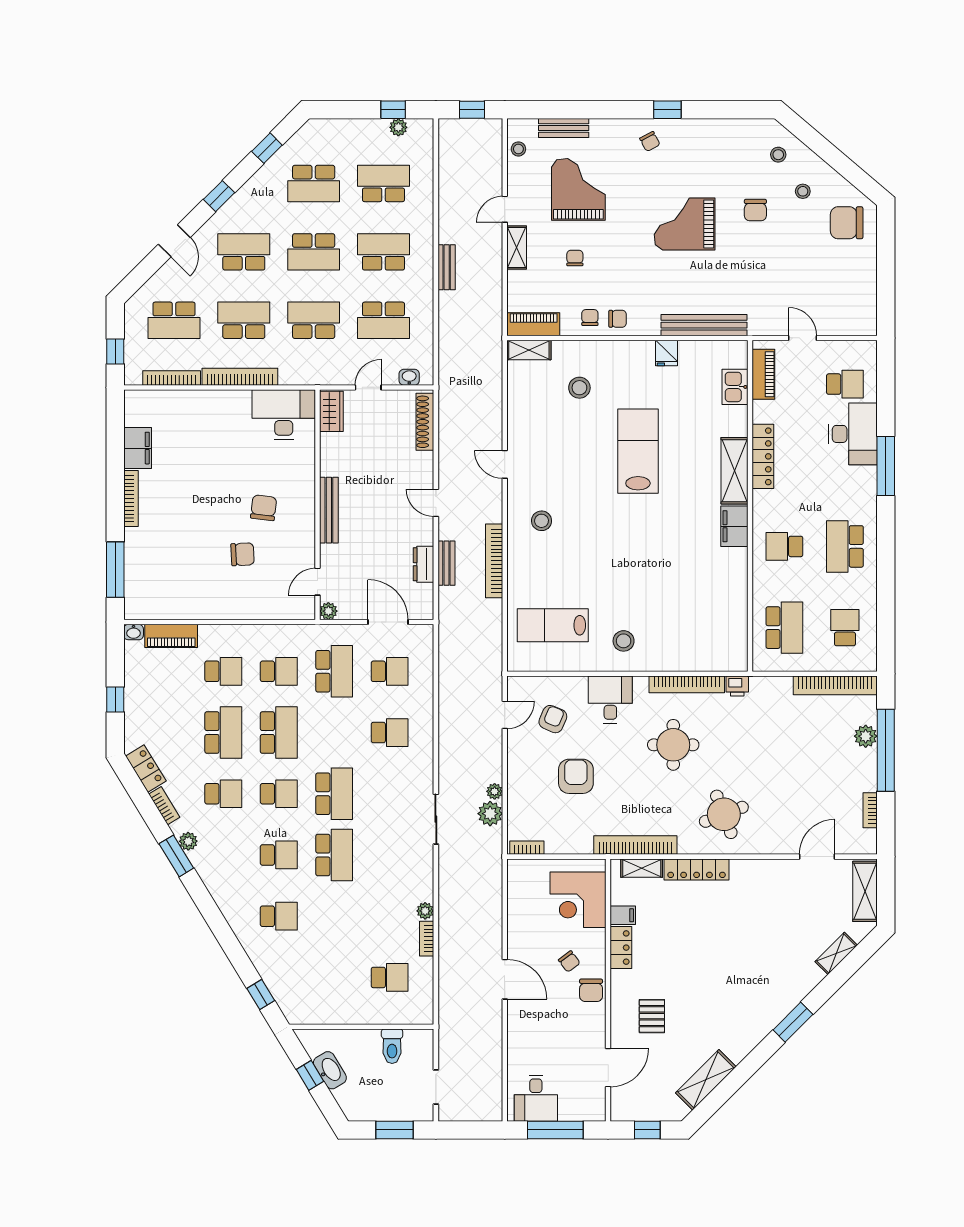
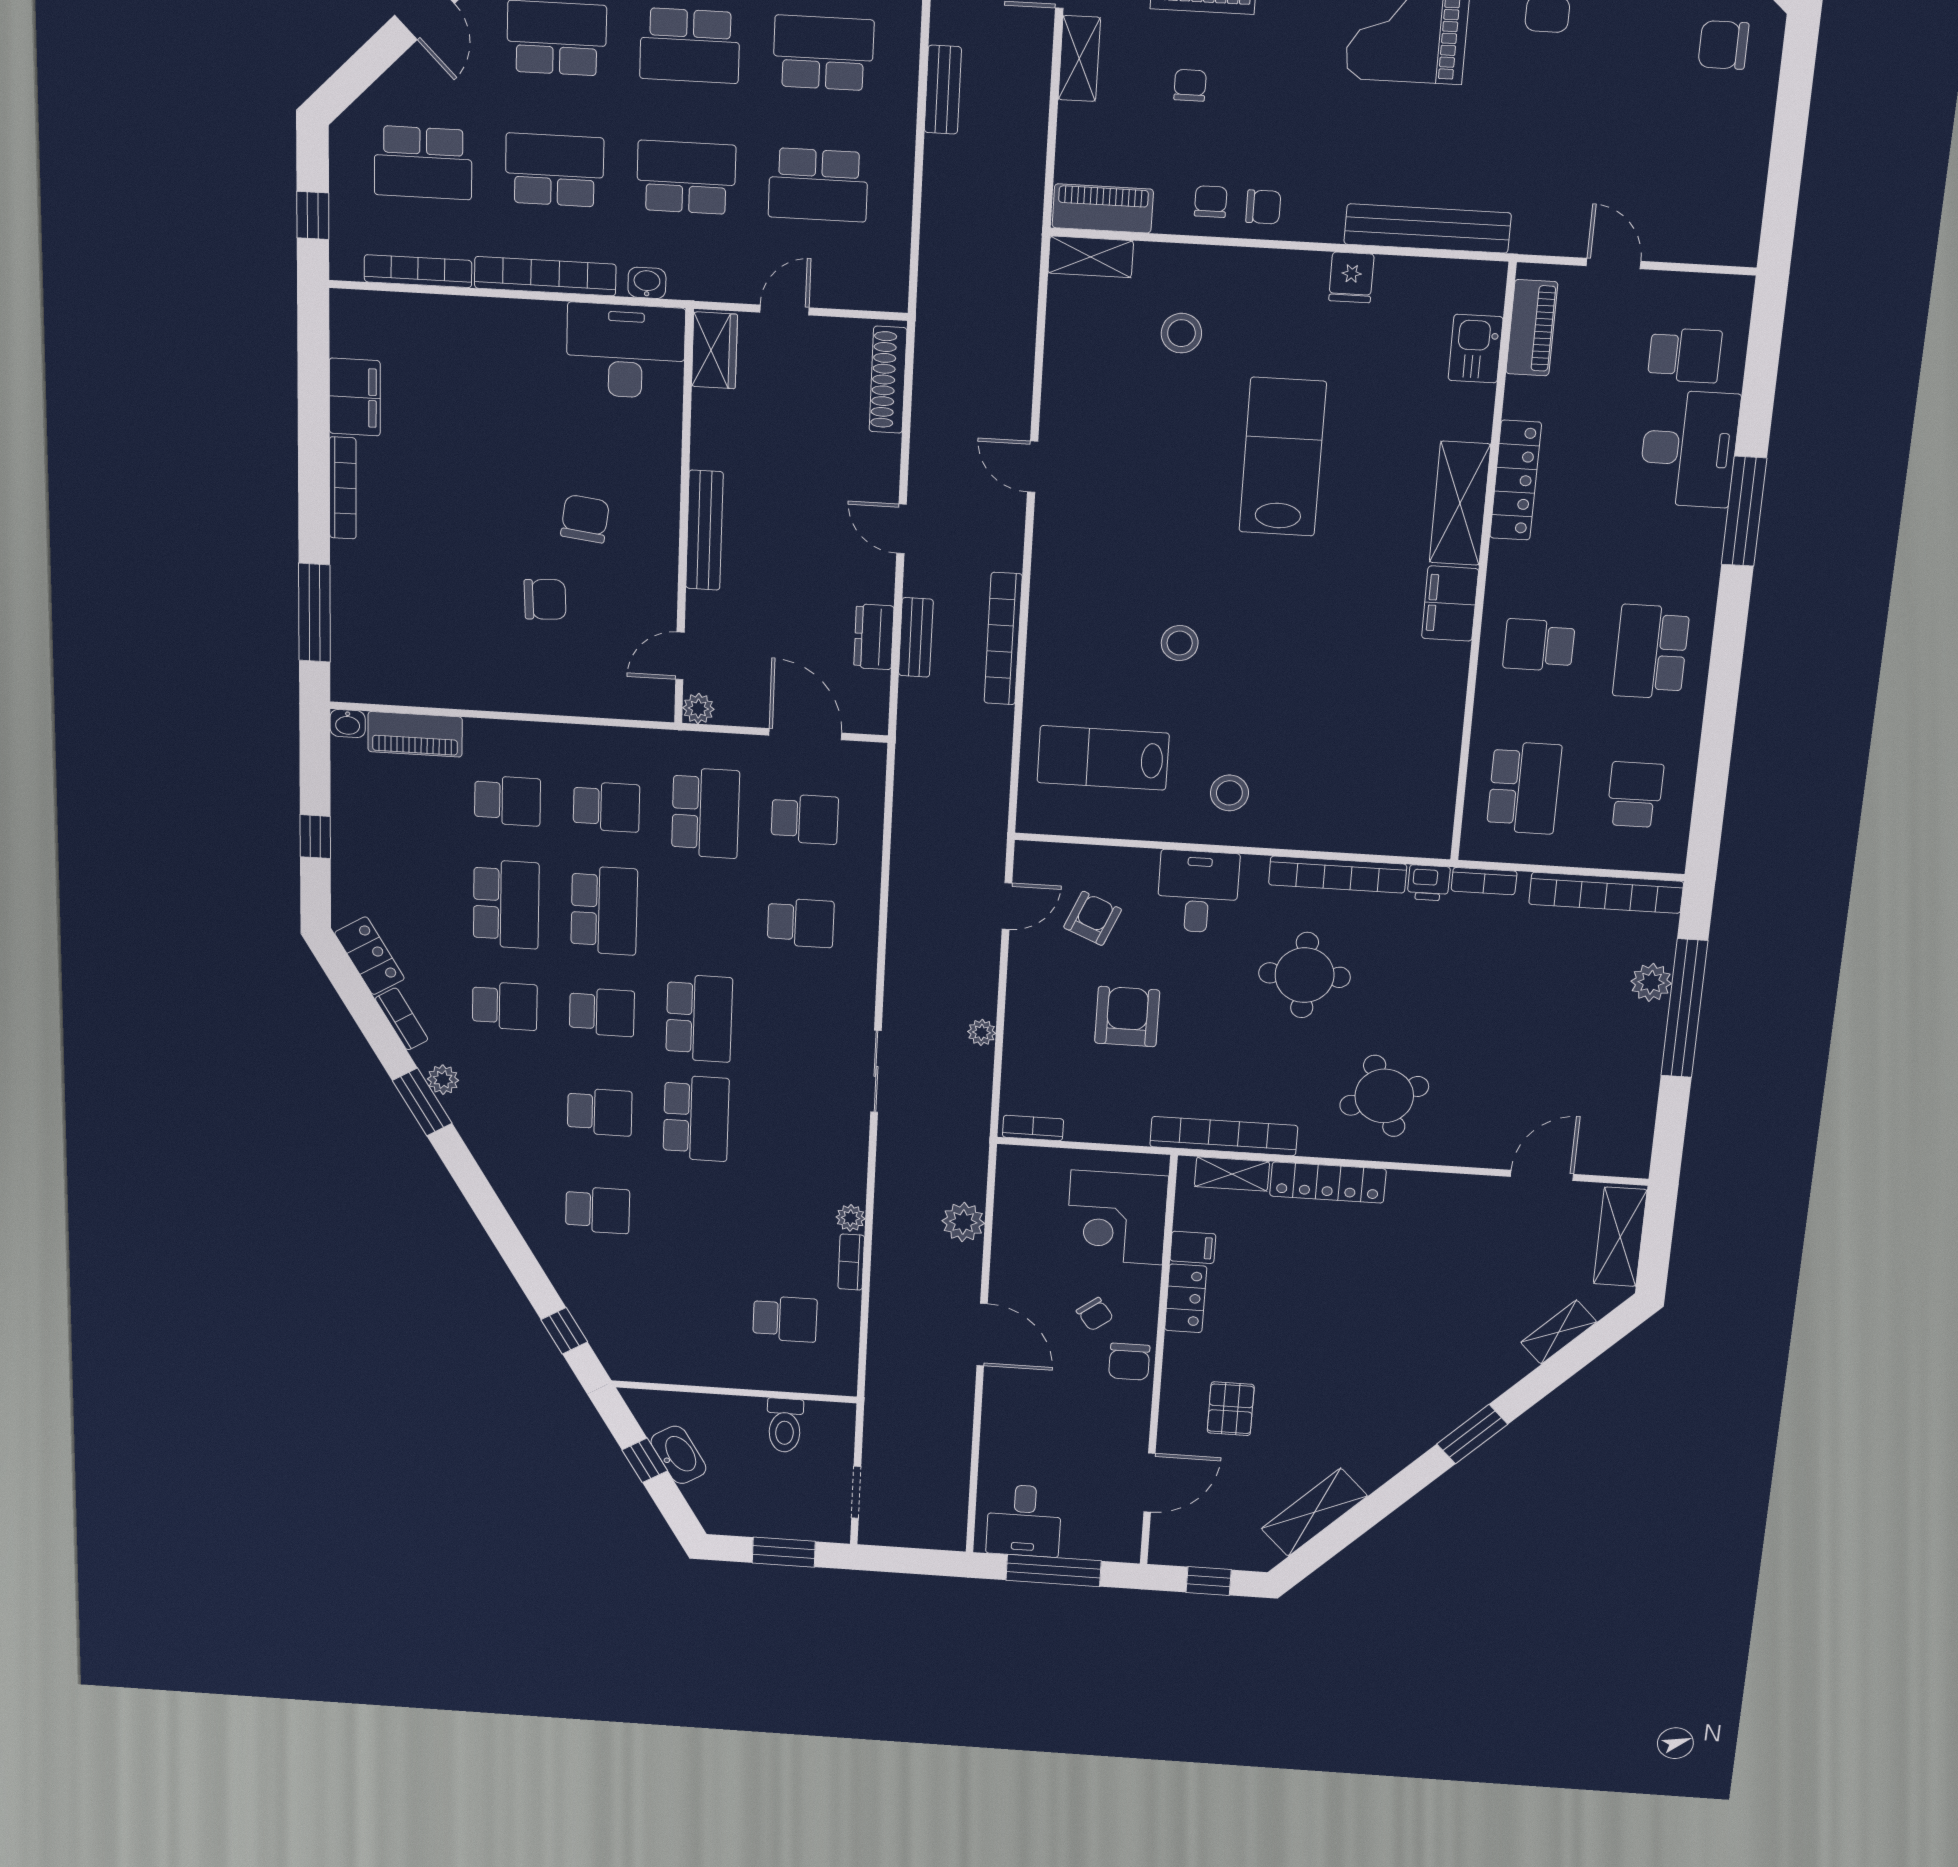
chair: (847, 223) -> (1723, 45), width x0.73, depth x0.73
washbasin: (409, 377) -> (647, 283), moved
stool: (542, 521) -> (1180, 643), moved
bookcase: (870, 810) -> (1484, 881), moved, turned -90
plant: (490, 814) -> (963, 1222), moved

